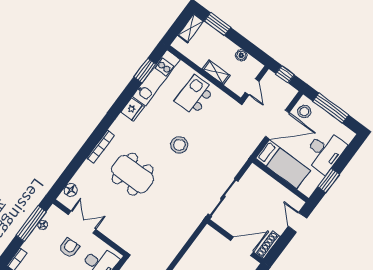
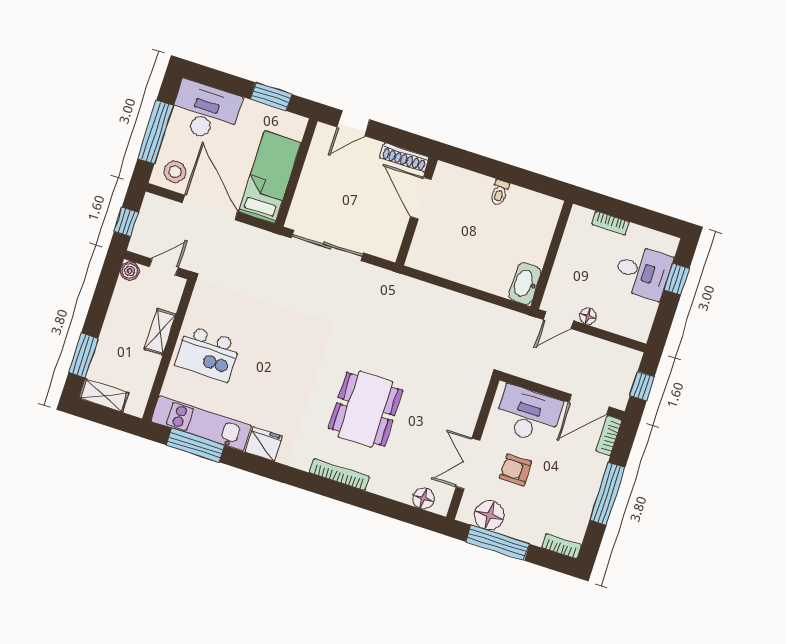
boiler: (241, 55) -> (130, 271), moved
window: (145, 70) -> (195, 445), width x1.44
stool: (179, 145) -> (294, 351), removed
desk: (325, 152) -> (205, 111), moved
sliding door: (223, 198) -> (327, 245), moved
floor lamp: (43, 225) -> (489, 515), width x1.89, depth x1.89

